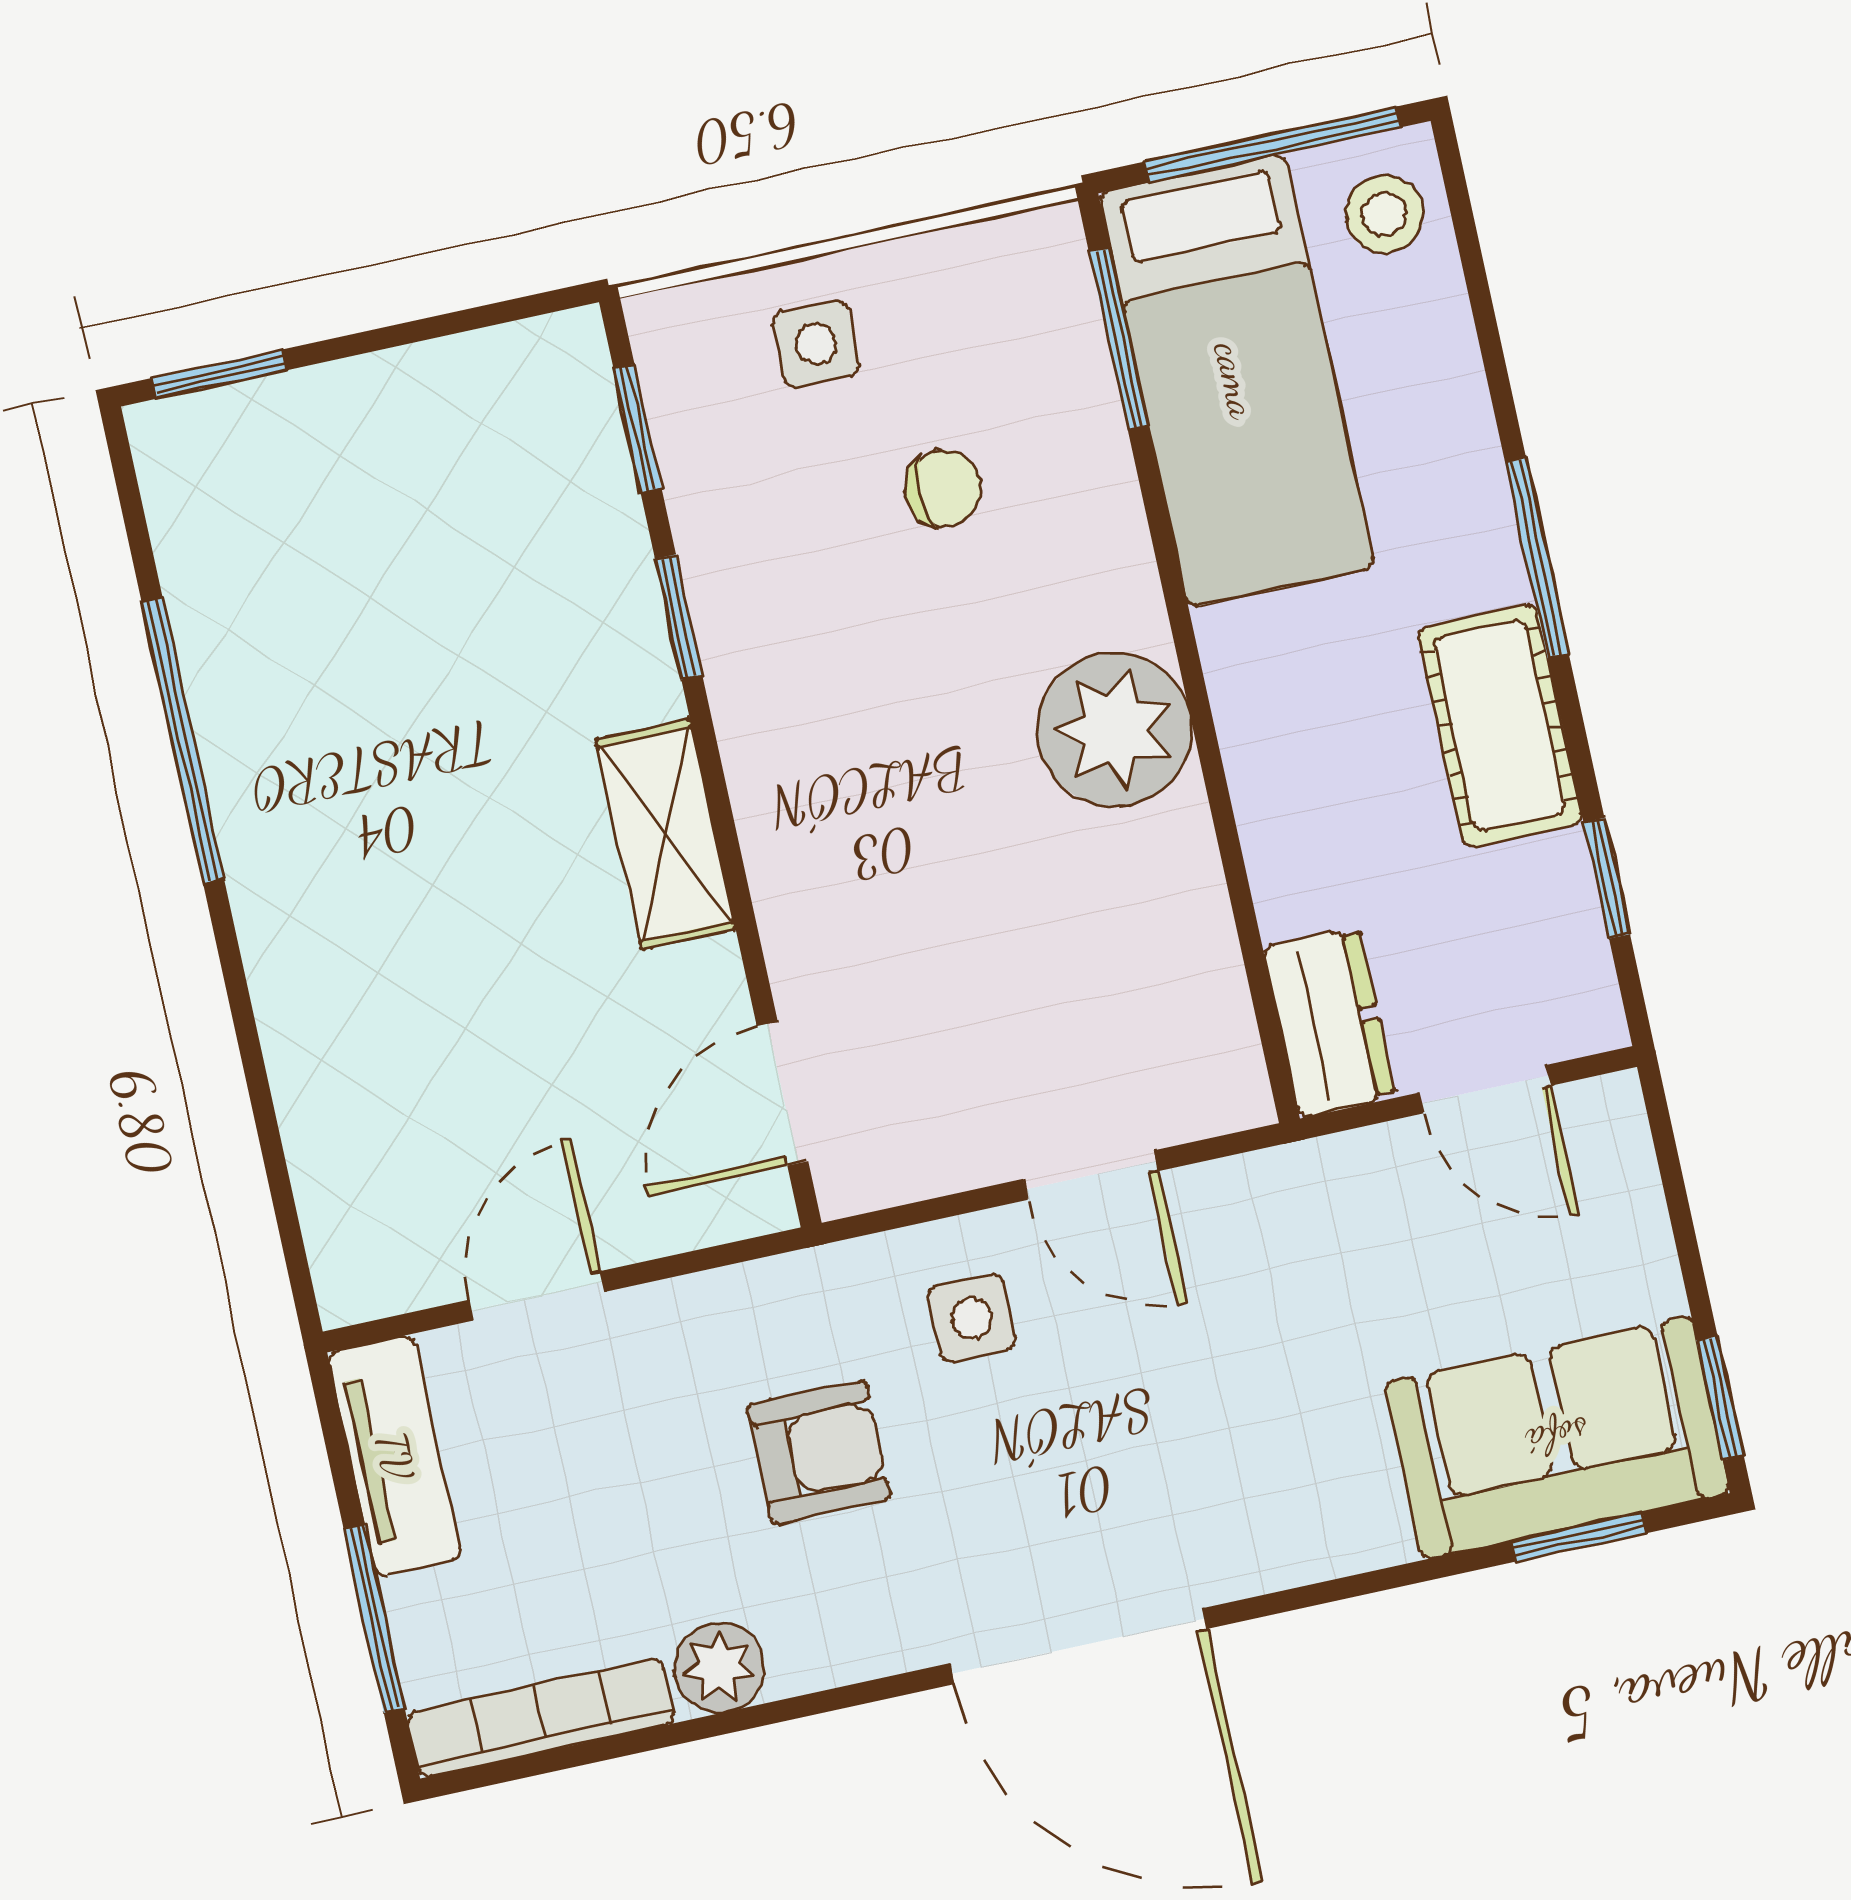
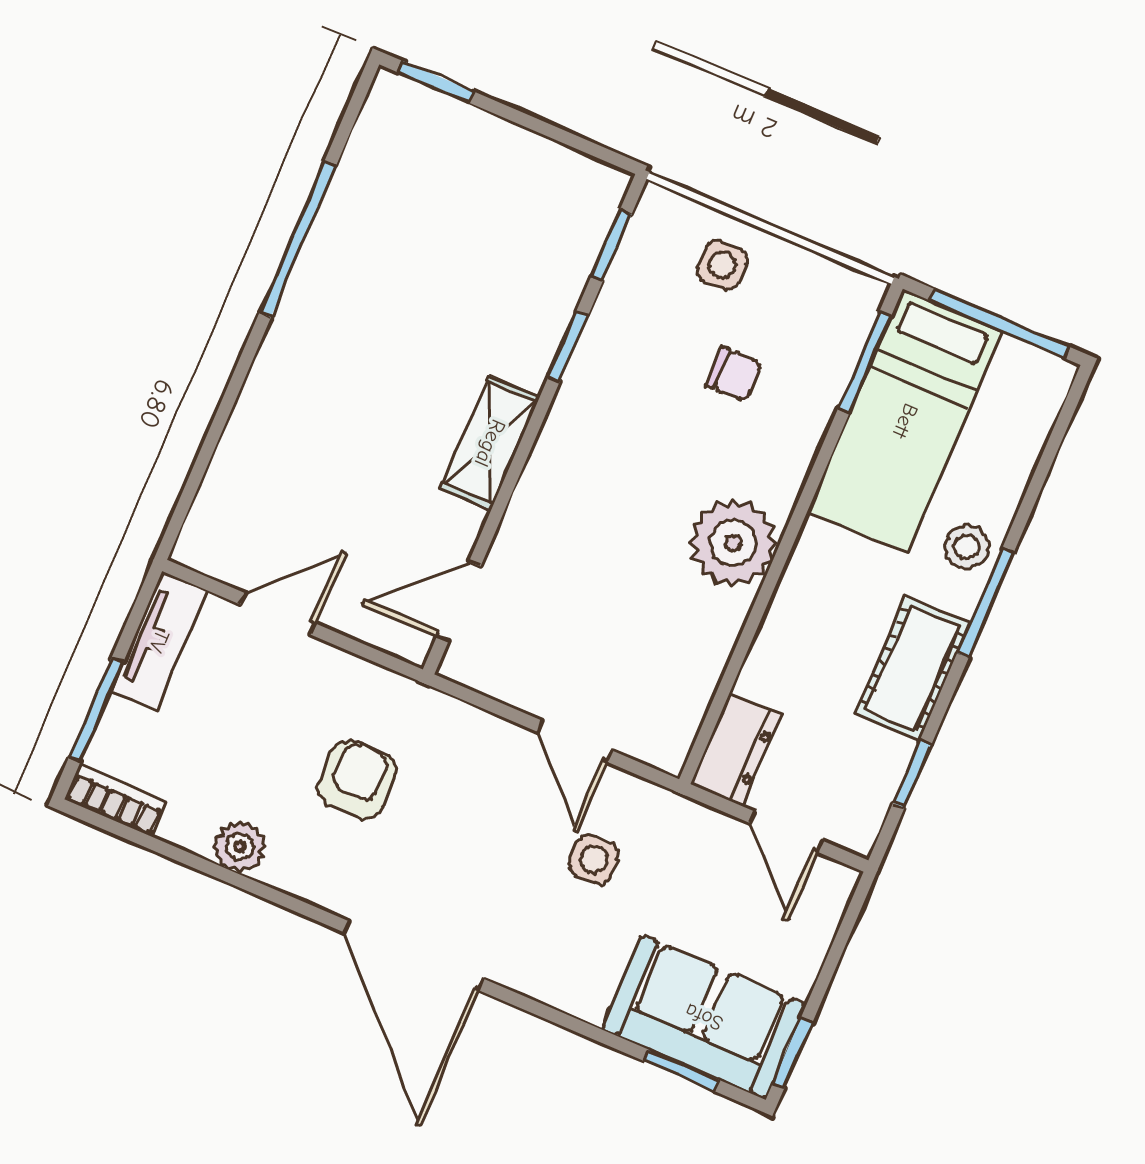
stool: (1384, 214) -> (967, 547), moved
side table: (972, 1318) -> (594, 860), moved
armchair: (819, 1452) -> (357, 780), turned -90
bookcase: (541, 1718) -> (116, 800), width x0.64

